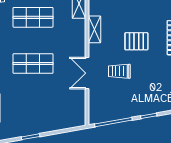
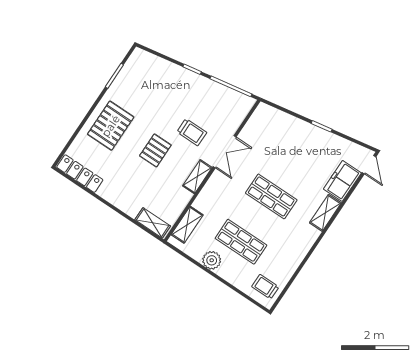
shelving: (94, 29) -> (197, 177), moved
pallet: (136, 41) -> (155, 150), turned 90

